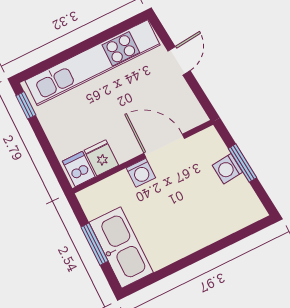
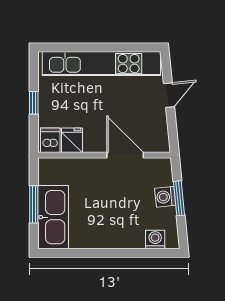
window: (26, 105) -> (34, 103), moved
washing machine: (141, 173) -> (155, 239), moved, turned 180

